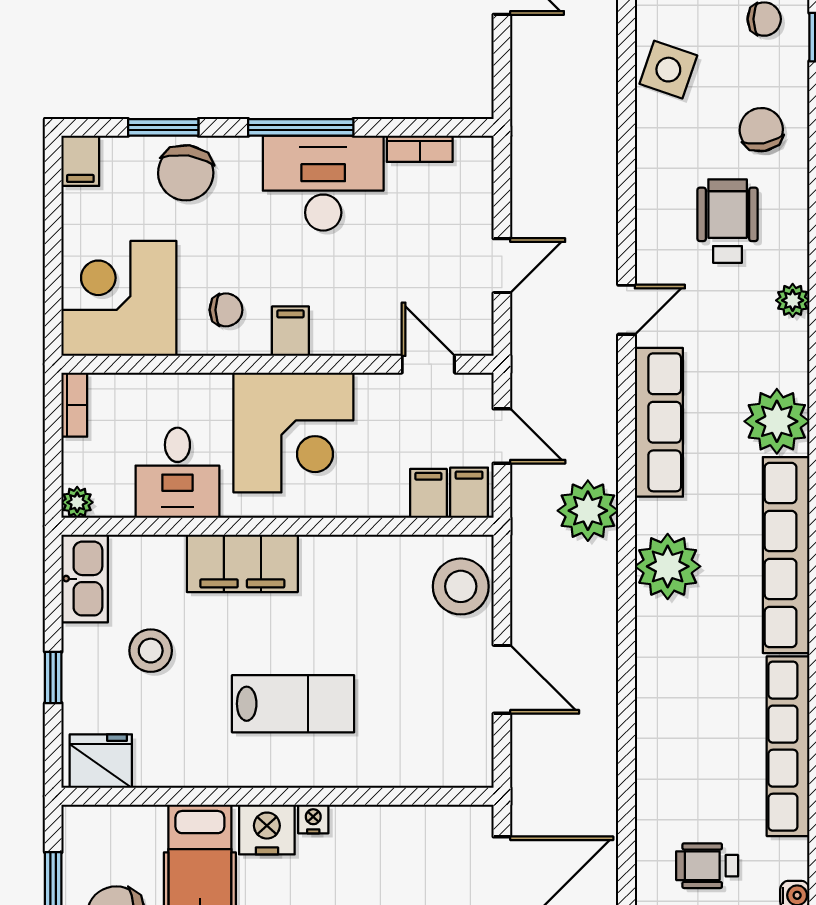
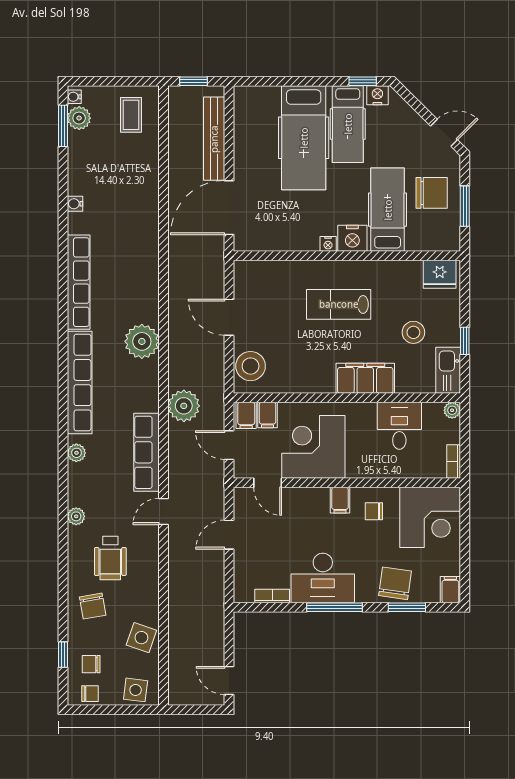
plant: (777, 421) -> (76, 453), width x0.53, depth x0.53
corner desk: (293, 432) -> (313, 447), moved
plant: (668, 566) -> (142, 341), moved
window: (53, 677) -> (465, 341), moved
wheelchair: (707, 866) -> (121, 219), removed

